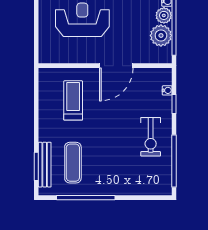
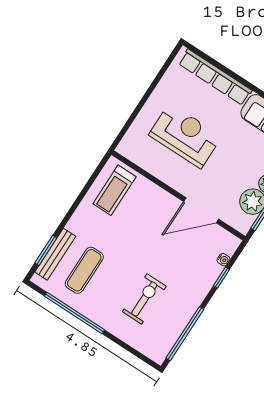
door: (116, 66) -> (201, 210), moved
treadmill: (73, 100) -> (114, 190), moved, turned 180
exercise bike: (151, 137) -> (144, 299), moved, turned 180

